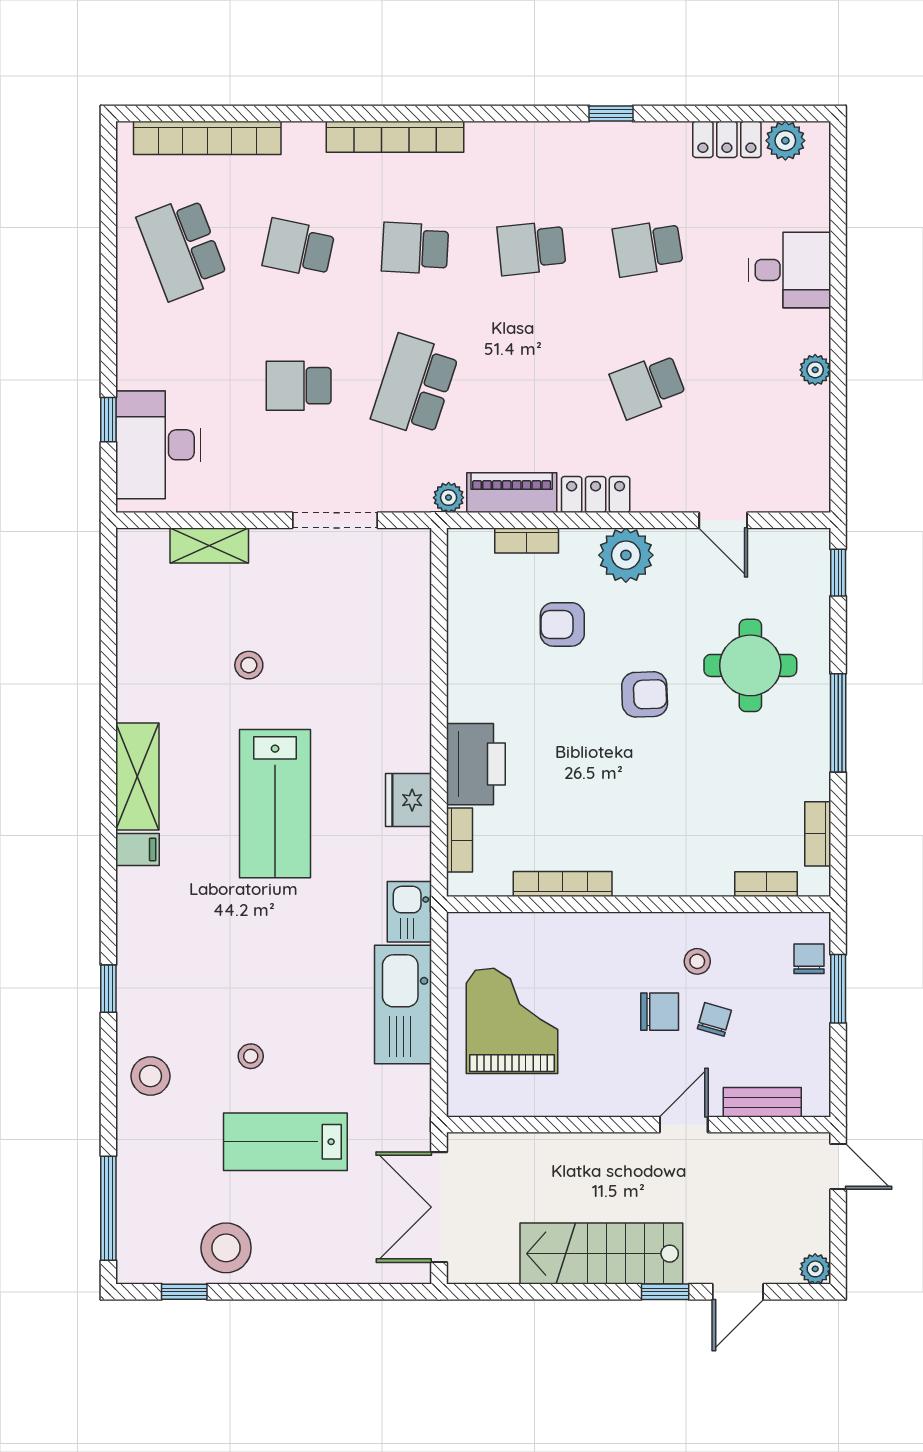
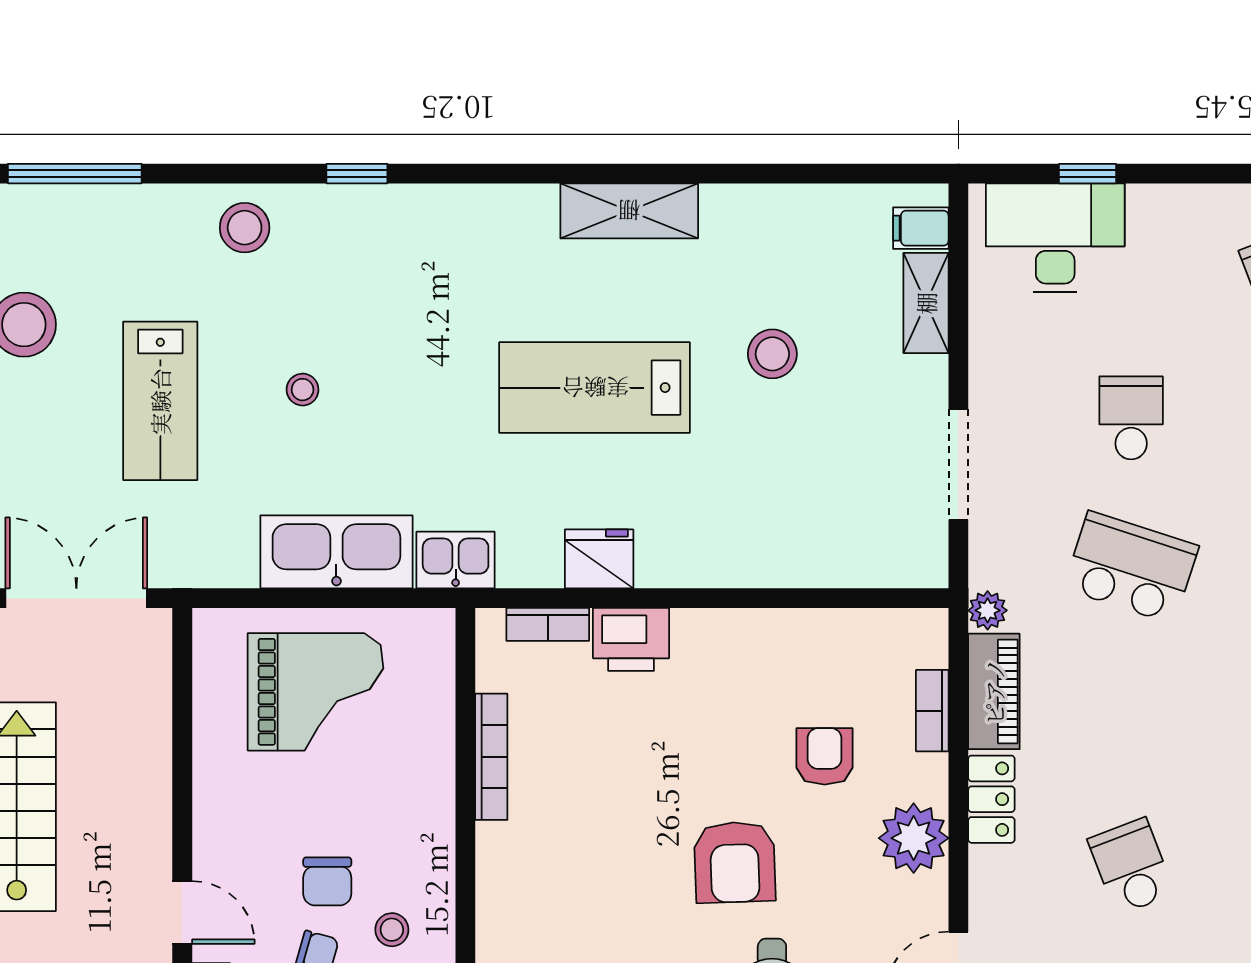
stool: (249, 665) -> (772, 354), width x1.37, depth x1.37
armchair: (645, 694) -> (735, 862), width x1.38, depth x1.38
printer: (476, 764) -> (631, 639), width x0.73, depth x0.84
filing cabinet: (138, 849) -> (921, 228), moved, turned 90
stool: (251, 1056) -> (303, 390), moved
lab bench: (285, 1142) -> (160, 401), turned 180

